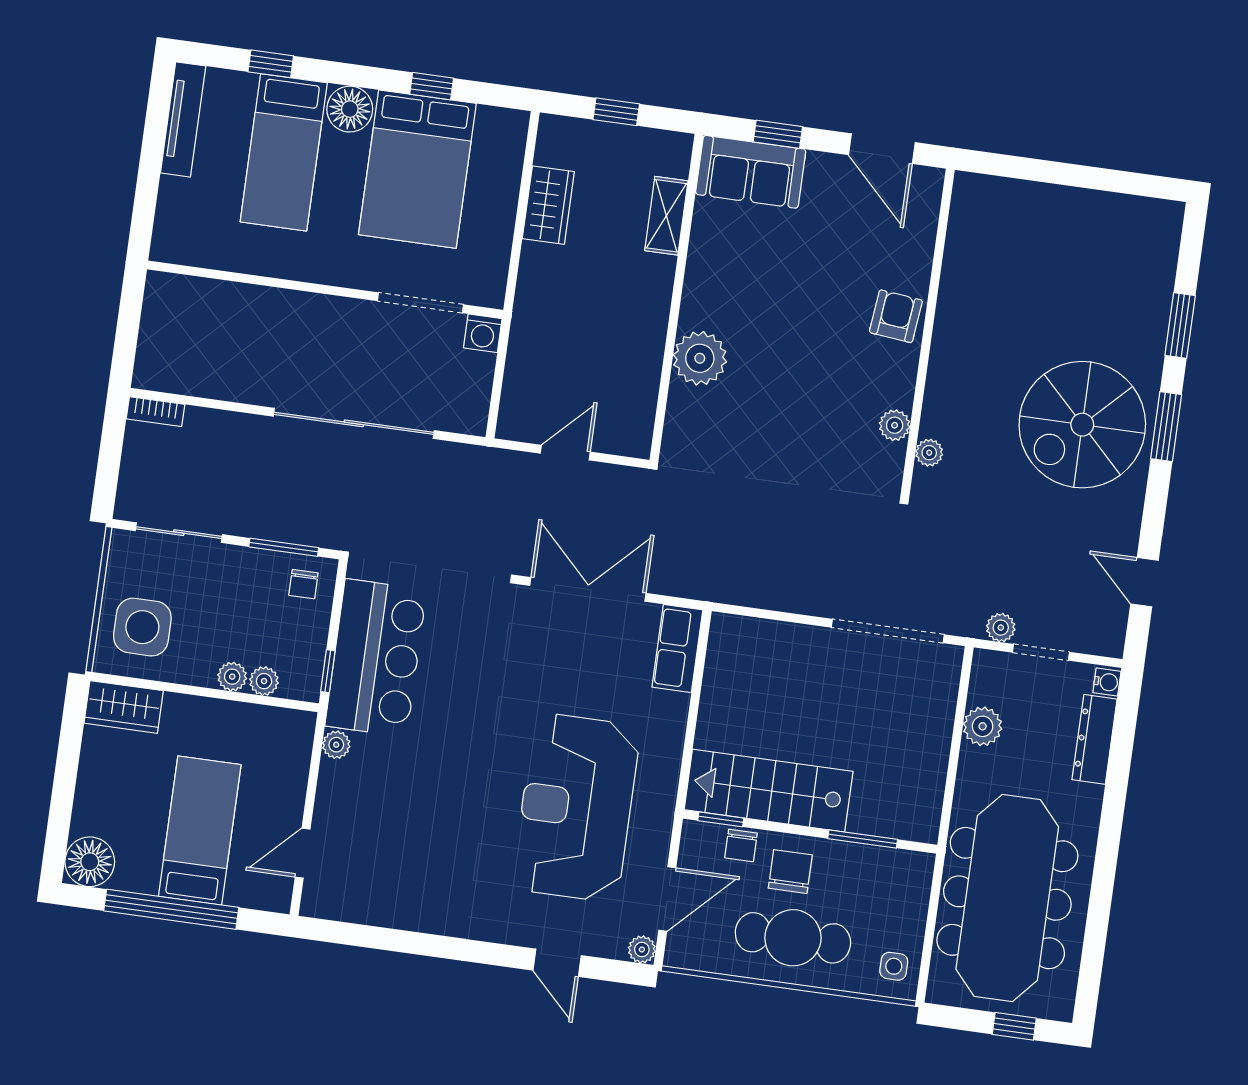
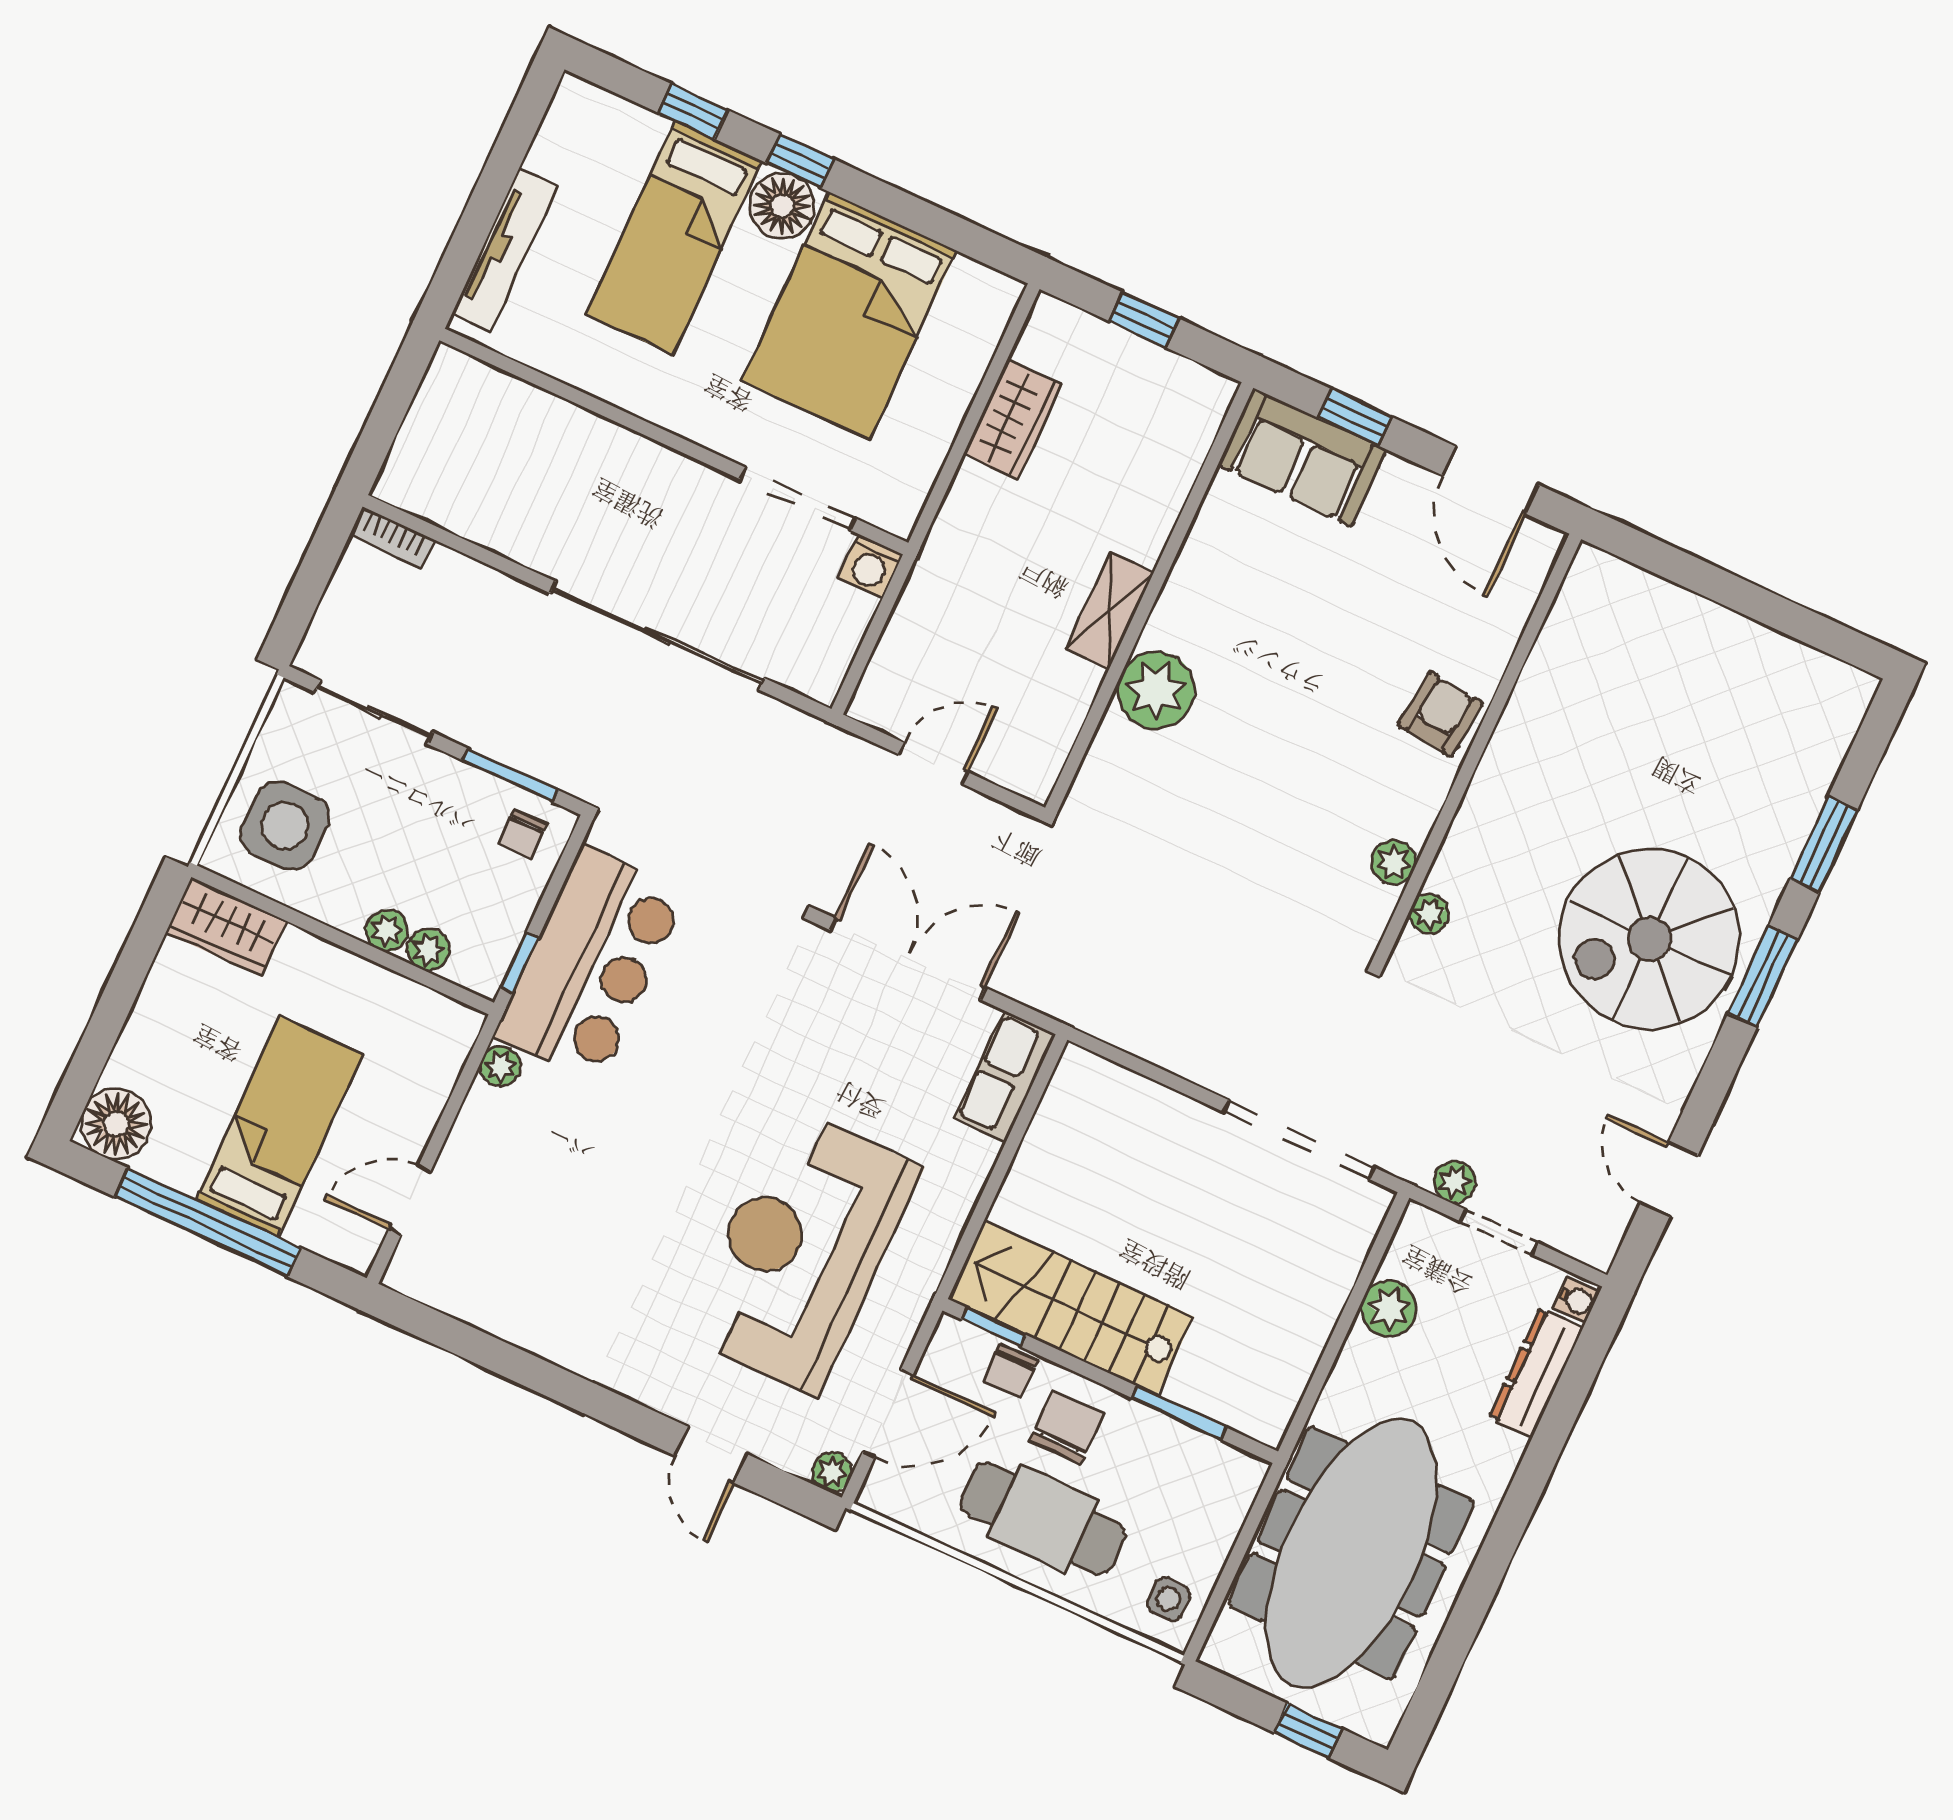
window: (432, 86) -> (800, 161), moved
tv unit: (183, 119) -> (505, 250), moved
shelving: (666, 216) -> (1110, 611), moved

